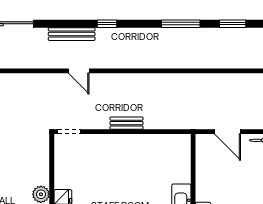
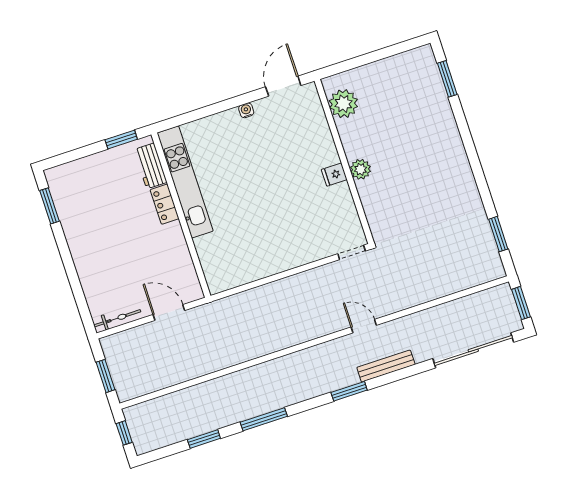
window: (107, 24) -> (349, 391), width x1.50
bench: (127, 123) -> (289, 284), removed

